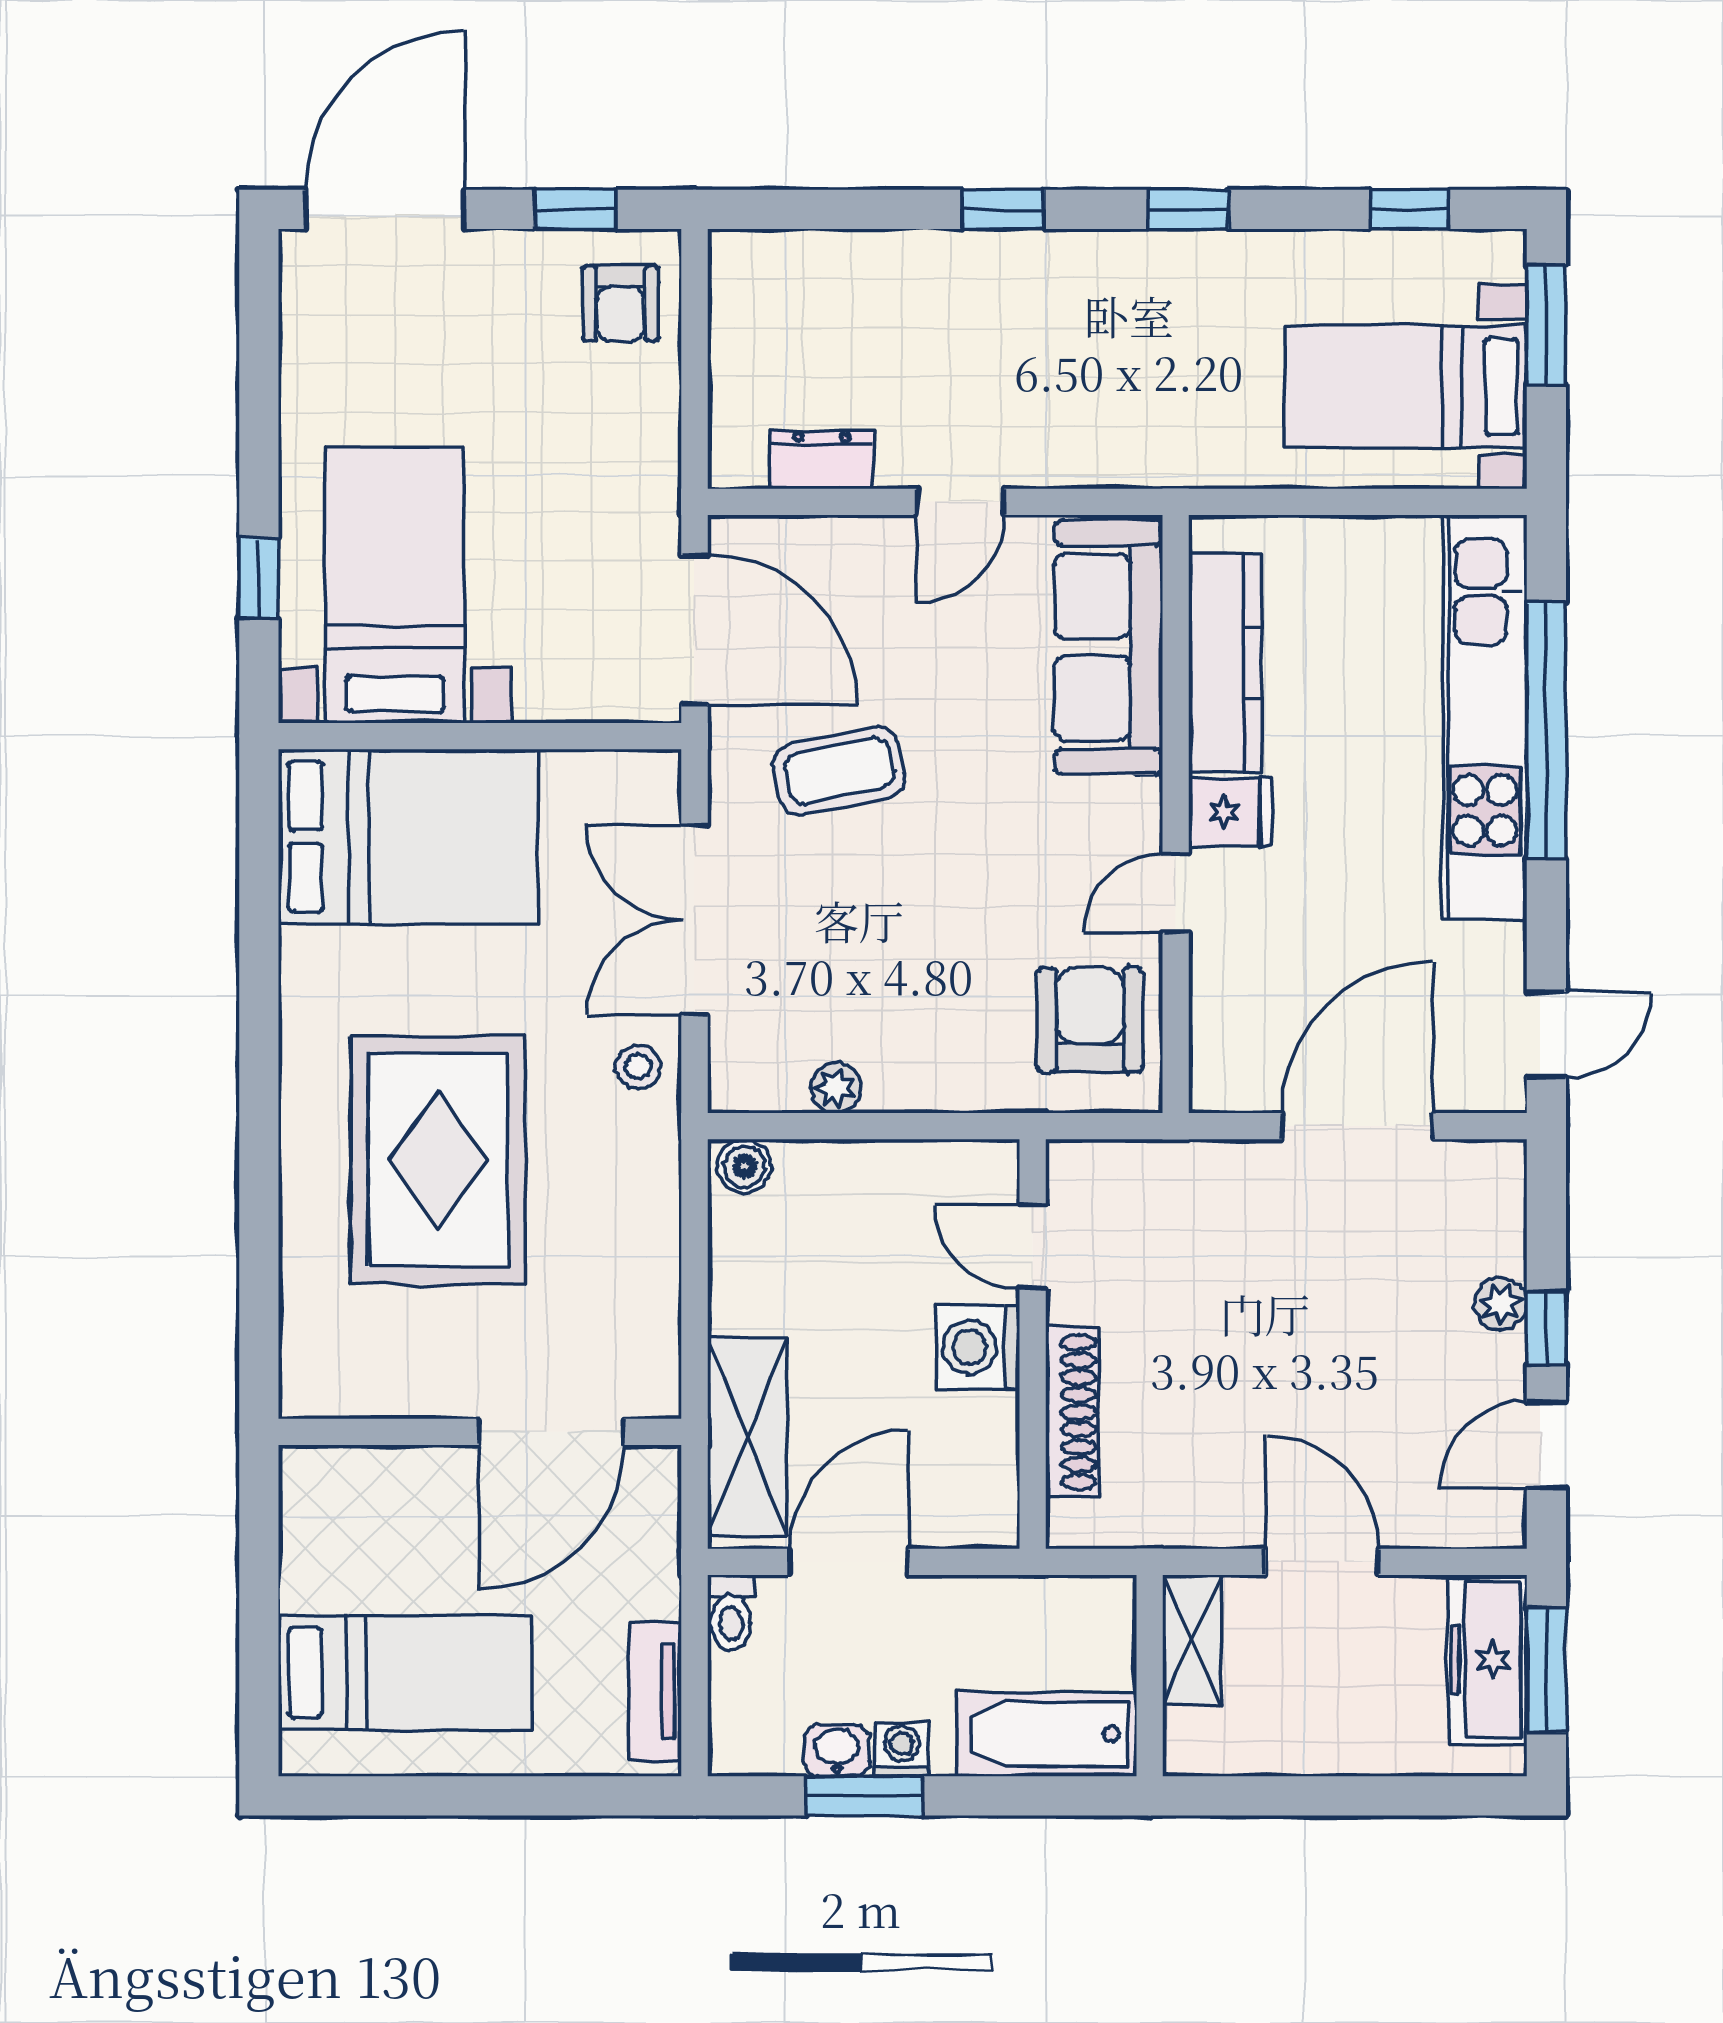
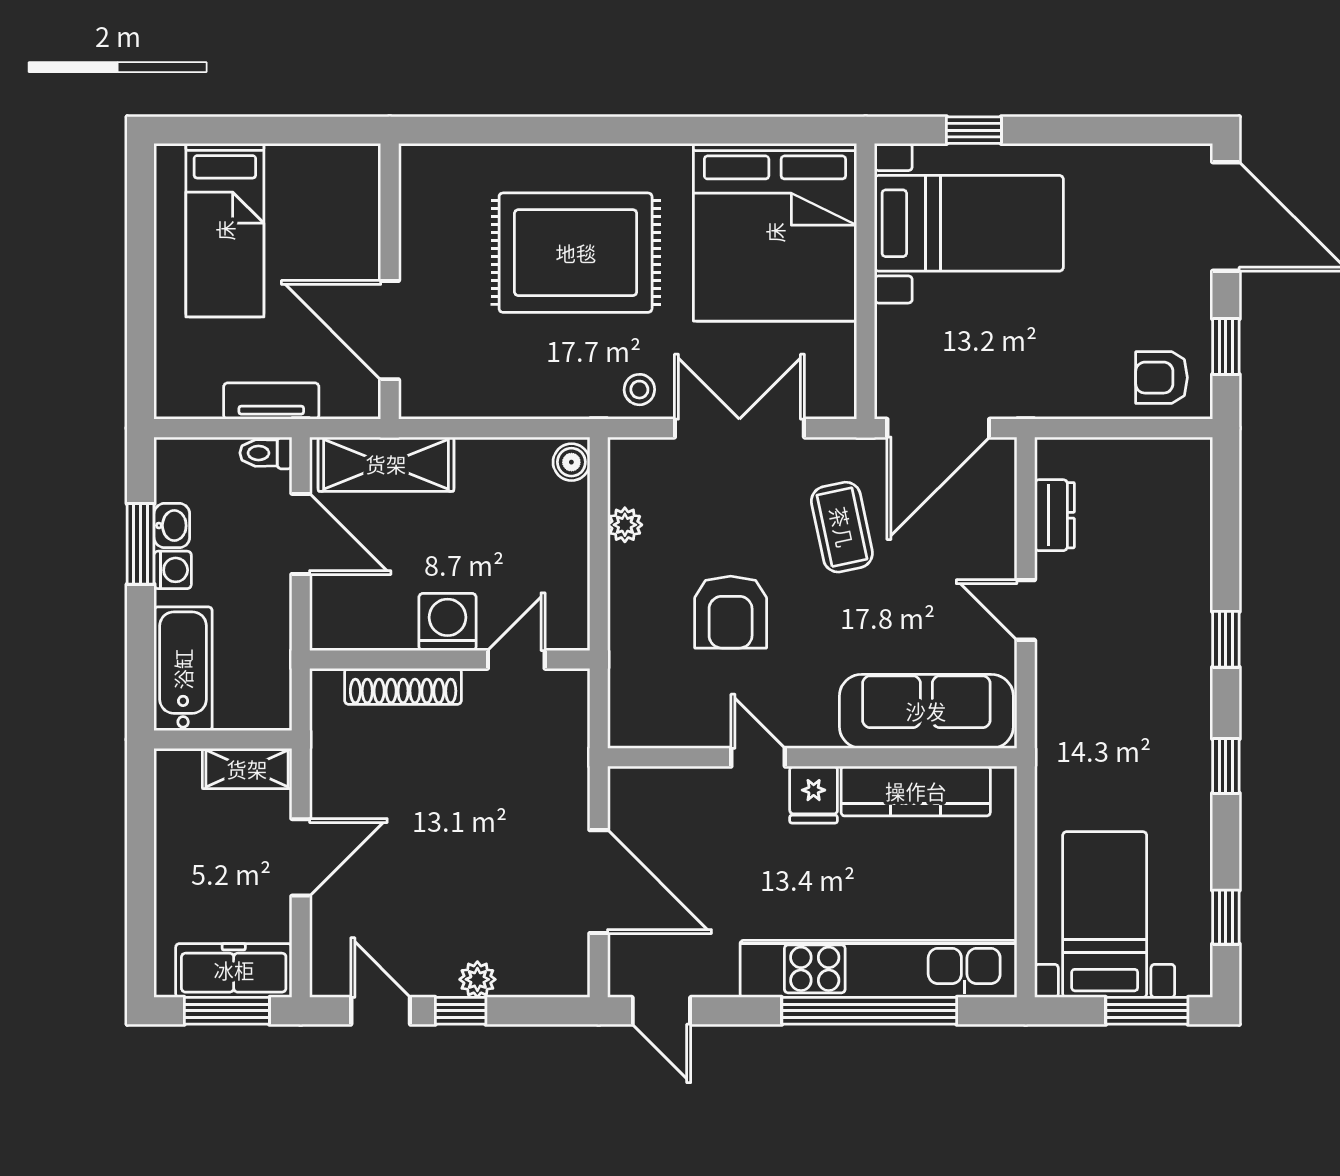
bed: (408, 837) -> (775, 232), width x1.36
armchair: (1090, 1020) -> (731, 612), moved, turned 90
tv unit: (655, 1691) -> (271, 401), moved

